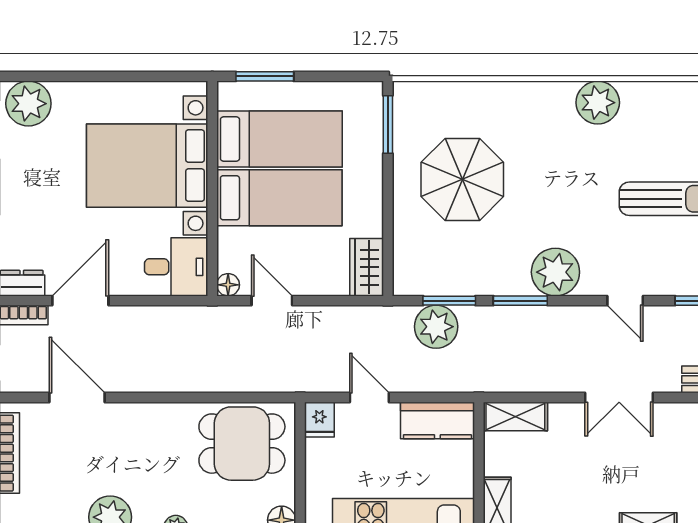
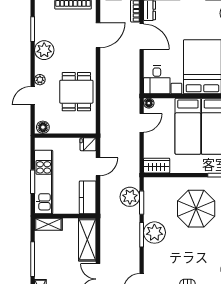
plant: (555, 272) -> (154, 233), moved
shelving: (515, 416) -> (87, 240), width x1.50, depth x1.33
dining table: (242, 444) -> (76, 92), moved

